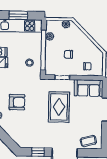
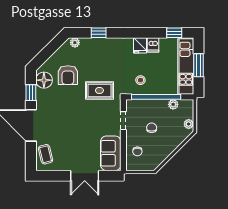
armchair: (17, 102) -> (68, 75), moved
rug: (59, 107) -> (99, 90), moved, width x0.73, depth x0.70
floor lamp: (28, 141) -> (44, 80), added

